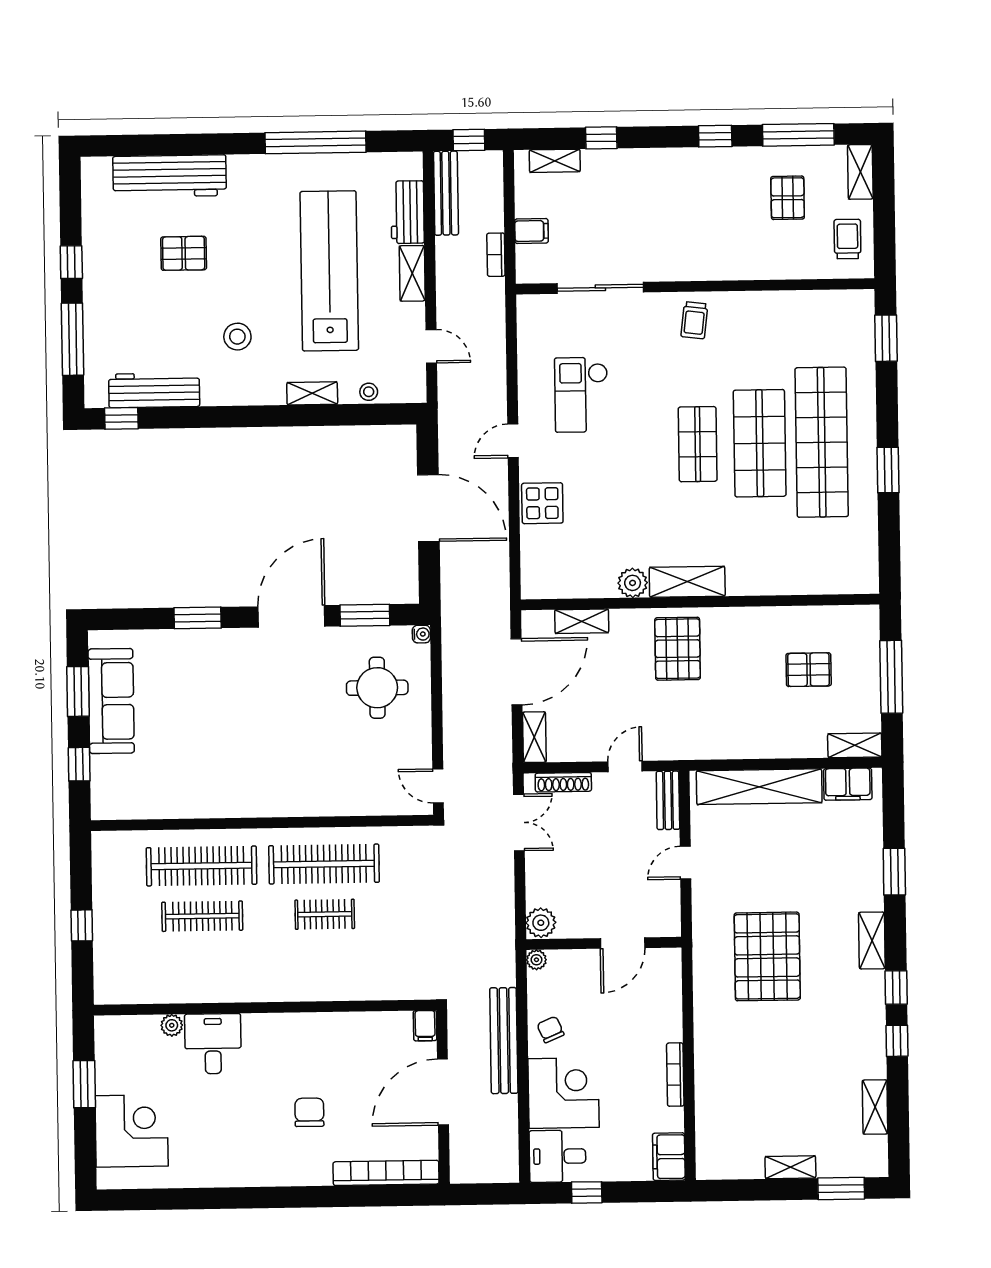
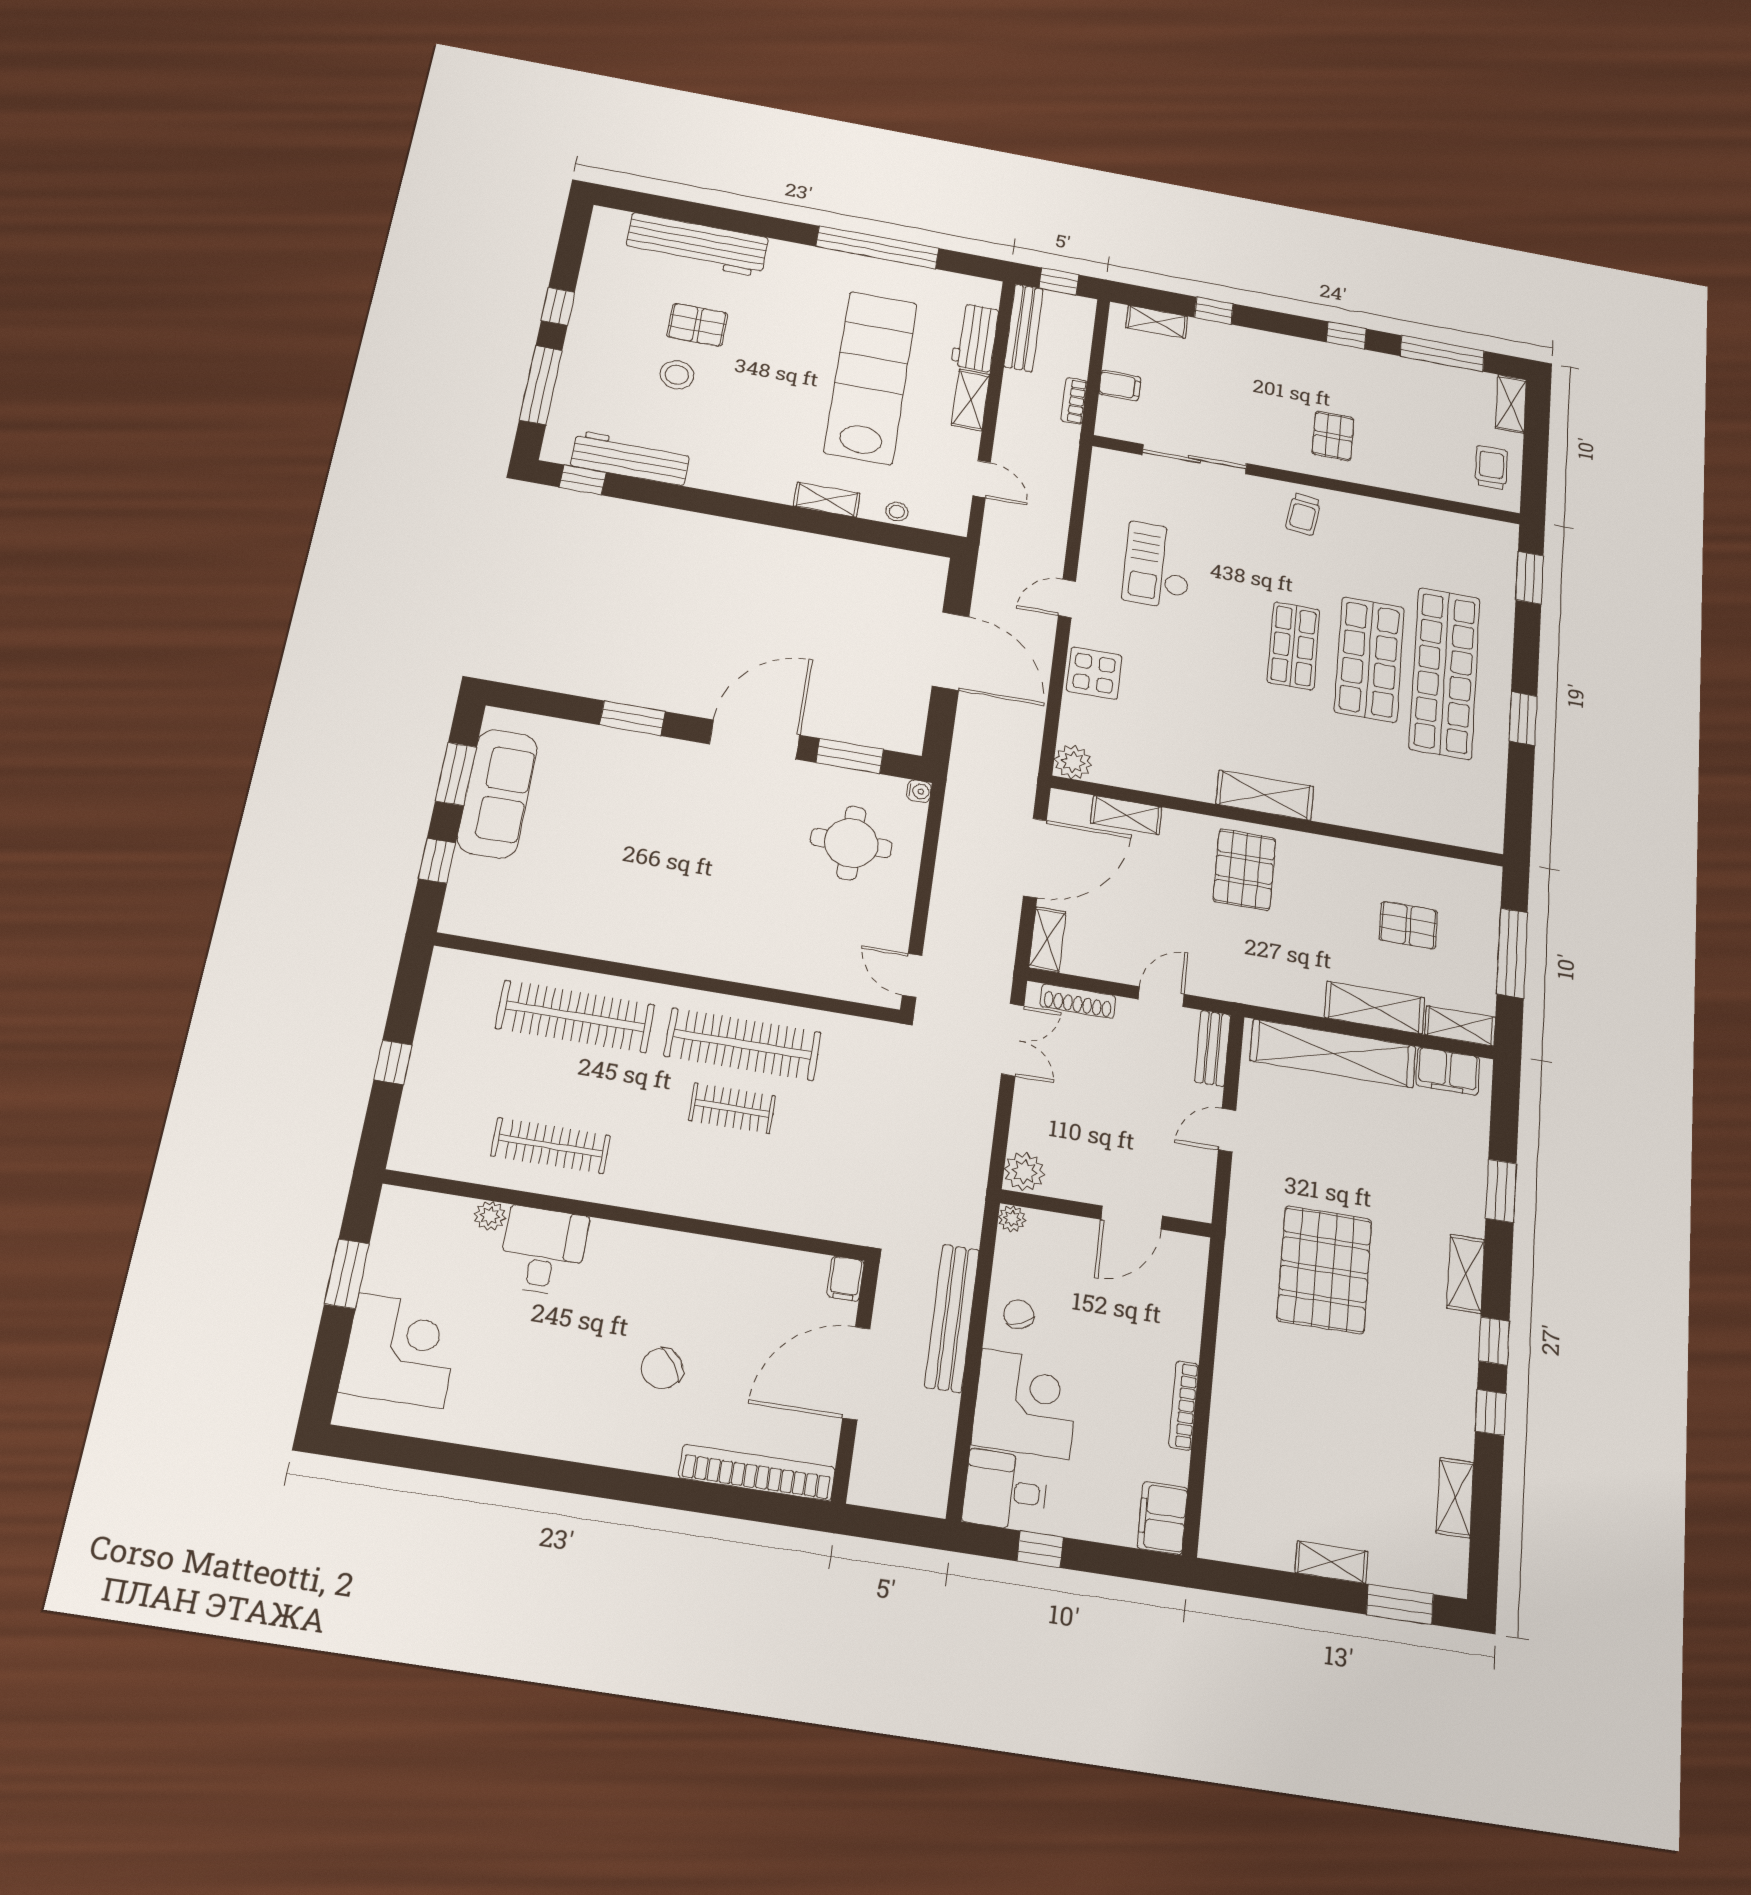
pallet: (788, 198) -> (1333, 436), moved
stool: (237, 337) -> (677, 375), moved
plant: (633, 583) -> (1073, 762), moved
shelving: (788, 743) -> (1375, 1008), added
clothes rail: (202, 916) -> (551, 1146), moved
chair: (309, 1112) -> (662, 1368), turned -125

